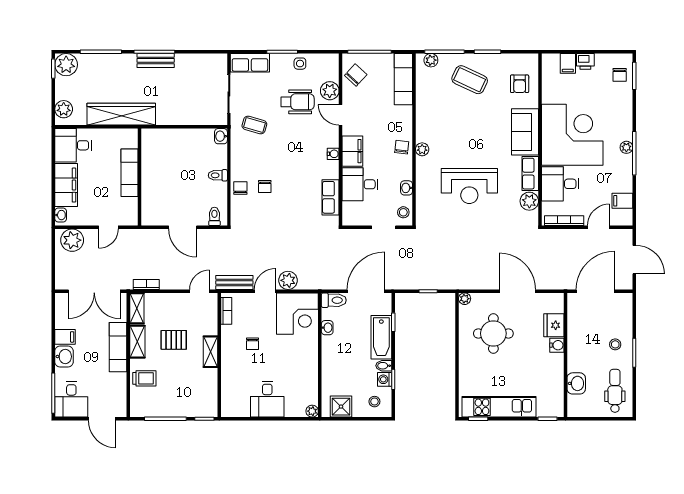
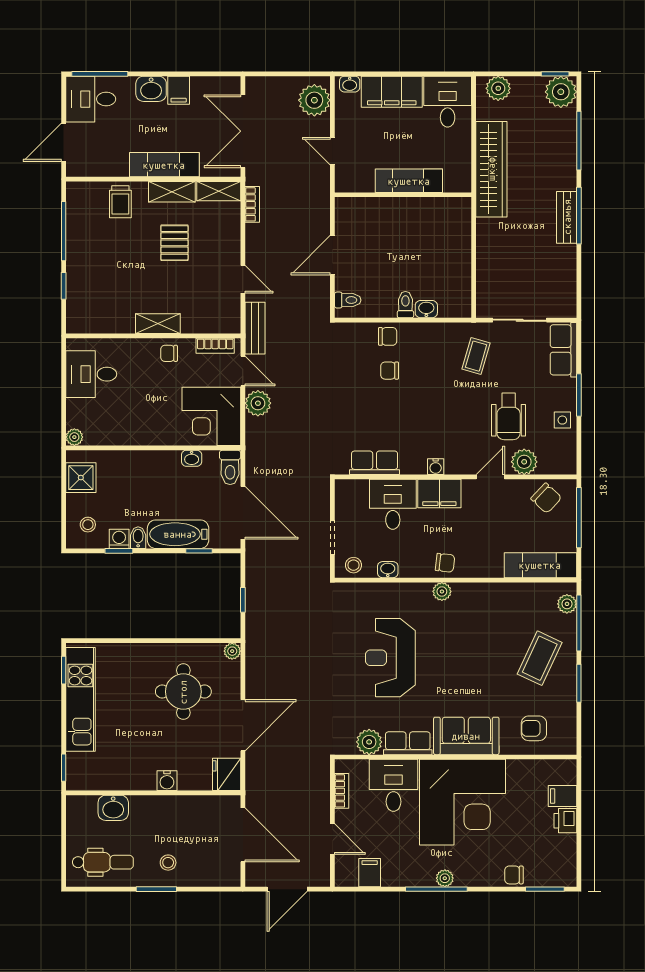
chair: (620, 75) -> (514, 875), moved
washbasin: (221, 136) -> (426, 309), moved
bookcase: (564, 221) -> (342, 791), width x0.64
bookcase: (226, 311) -> (215, 346), moved
fridge: (554, 325) -> (227, 774), moved, turned -90
shelving: (211, 352) -> (158, 324), moved
wall: (219, 355) -> (153, 336), moved

